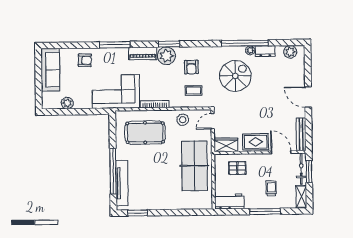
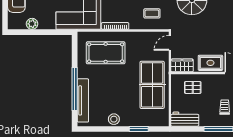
stool: (183, 120) -> (114, 119), moved
window: (138, 213) -> (139, 129), moved

